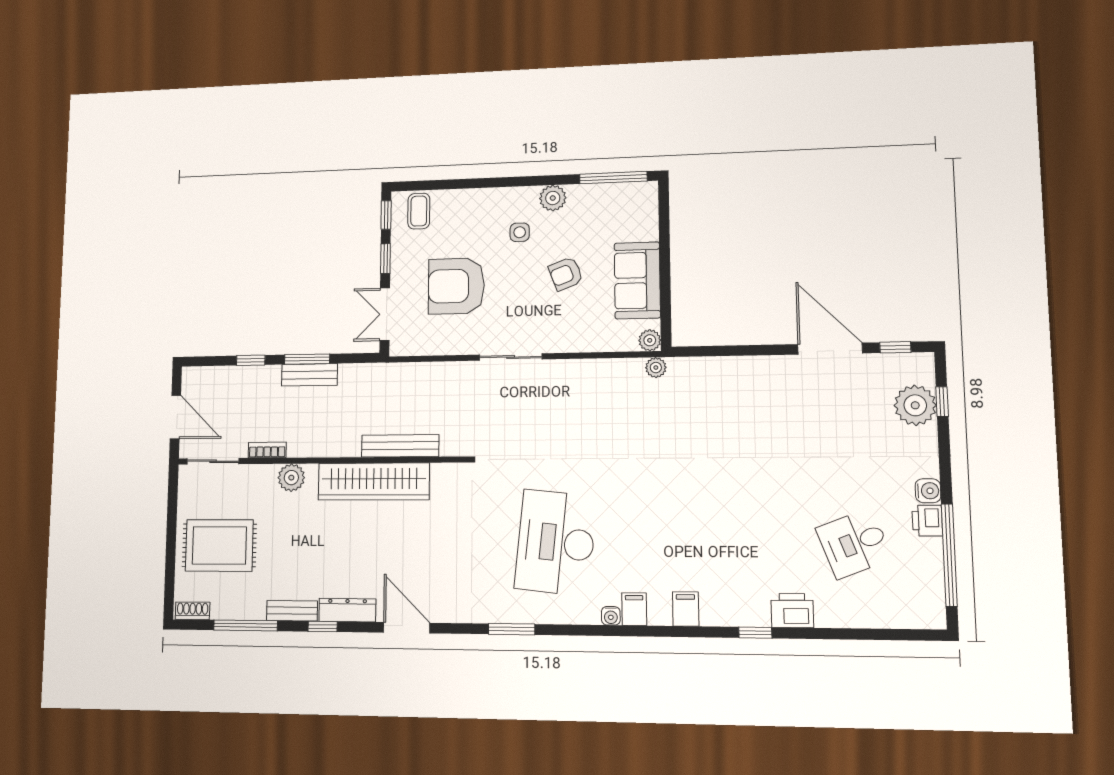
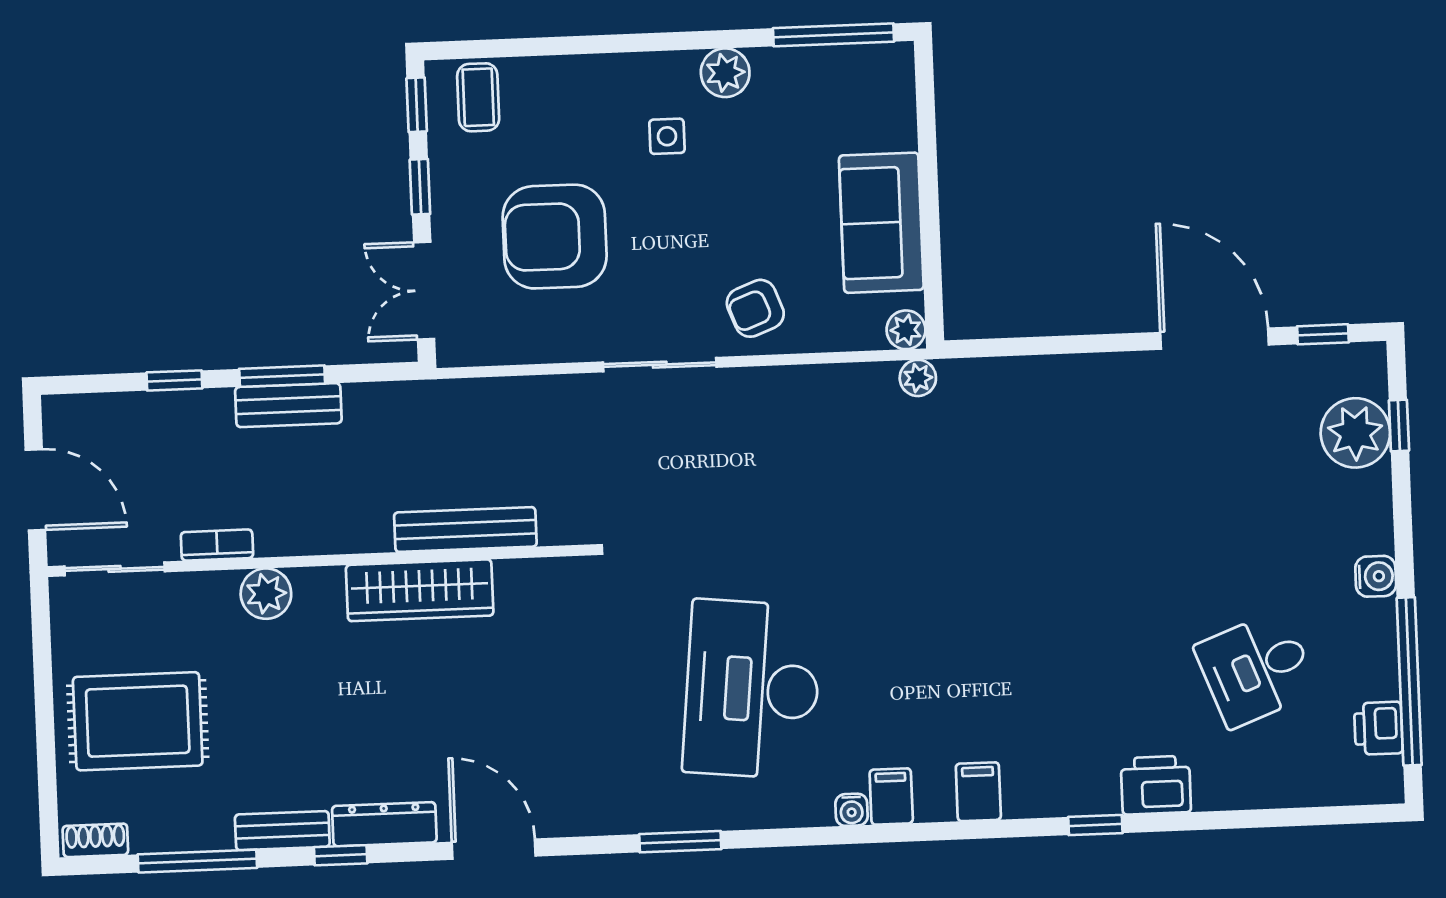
armchair: (566, 274) -> (755, 308), moved
wardrobe: (374, 482) -> (420, 590), width x0.71, depth x0.85
printer: (927, 521) -> (1378, 728), moved

